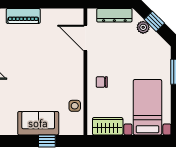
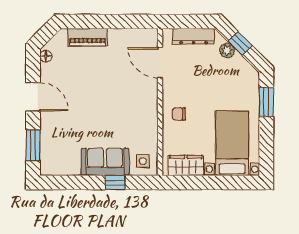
side table: (75, 106) -> (143, 161), moved

